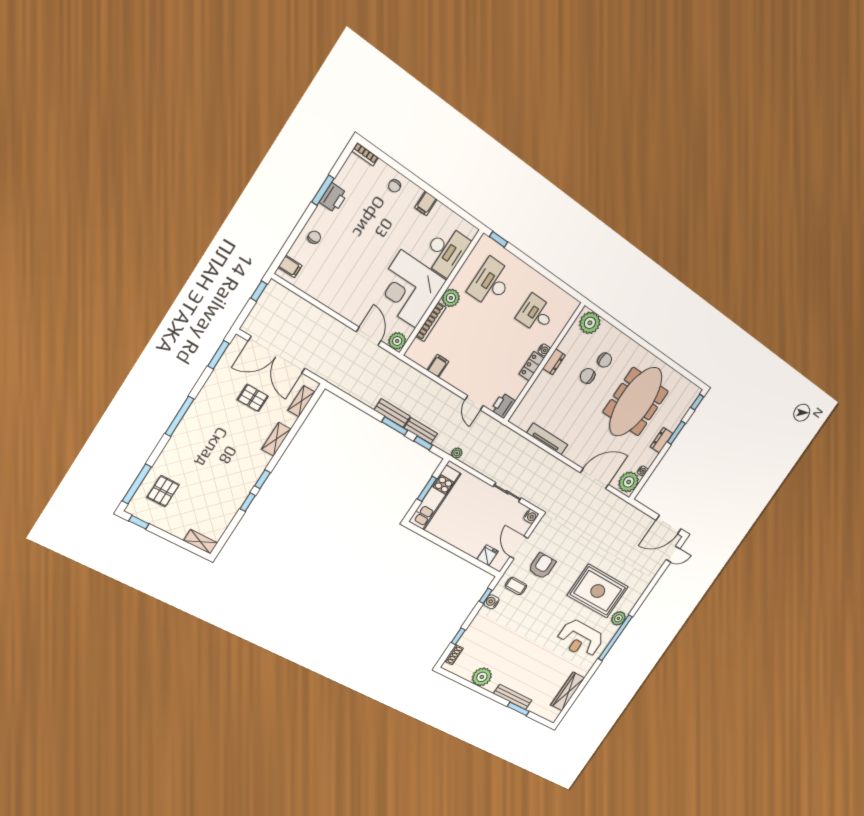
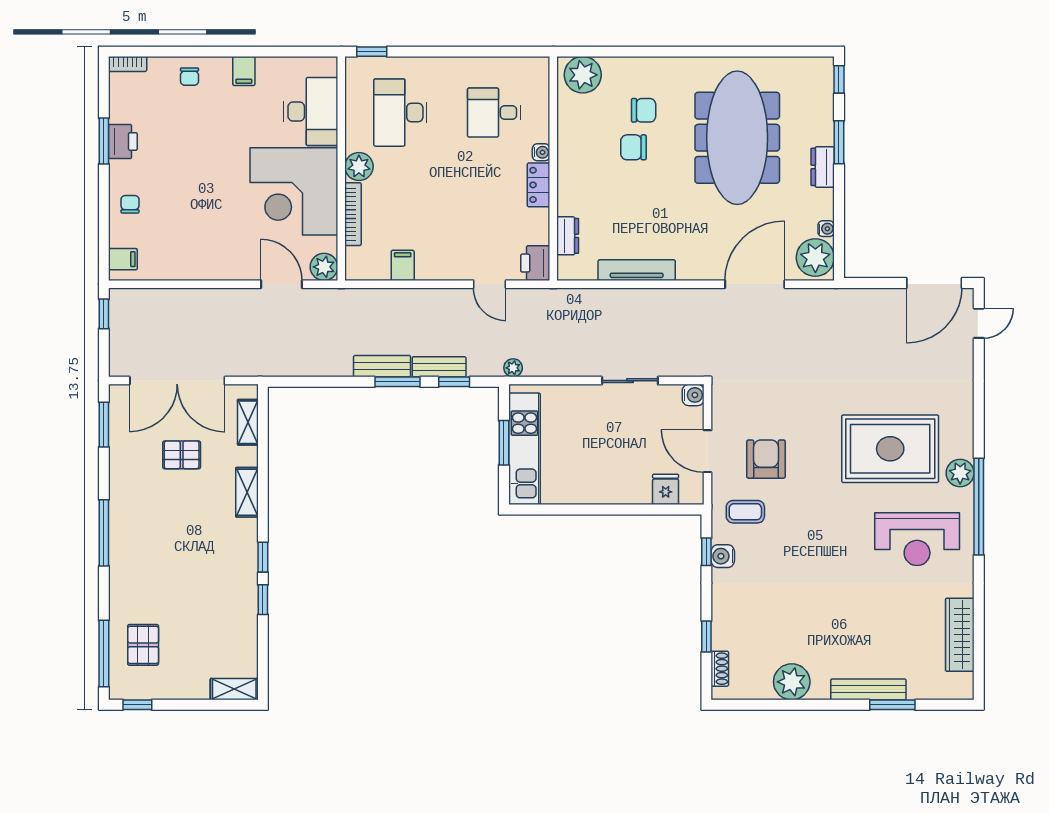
dresser: (554, 362) -> (568, 236), moved

